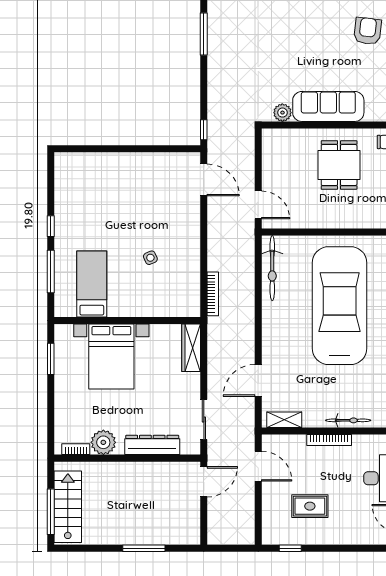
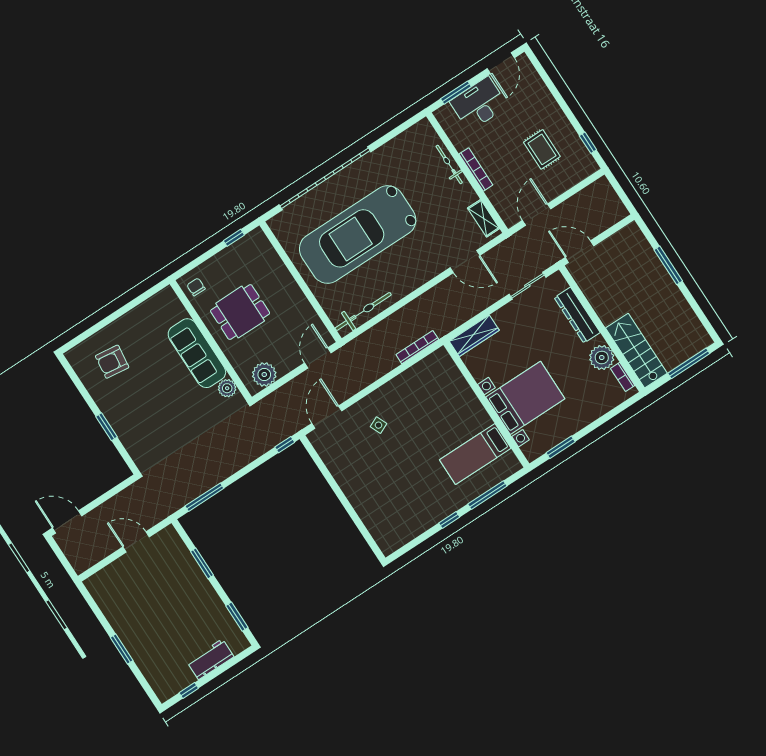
plant: (274, 151) -> (264, 375), added
side table: (150, 258) -> (379, 425), moved
stairs: (68, 507) -> (636, 351), moved, turned 90

